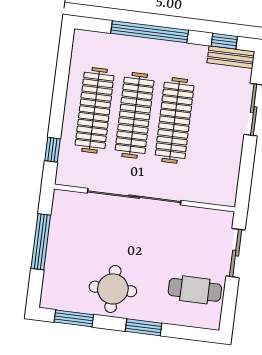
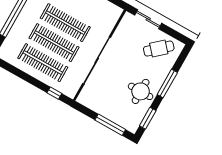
window: (41, 242) -> (110, 125), moved
cafe table: (195, 290) -> (159, 49), turned 48
window: (144, 327) -> (167, 84), width x1.44

